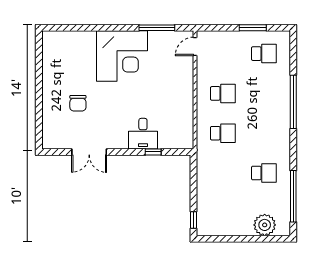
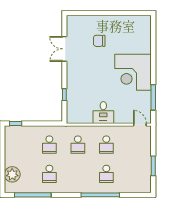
school desk: (264, 54) -> (106, 174), moved
desk: (143, 134) -> (103, 113), moved, turned -90
school desk: (223, 173) -> (49, 145), added

